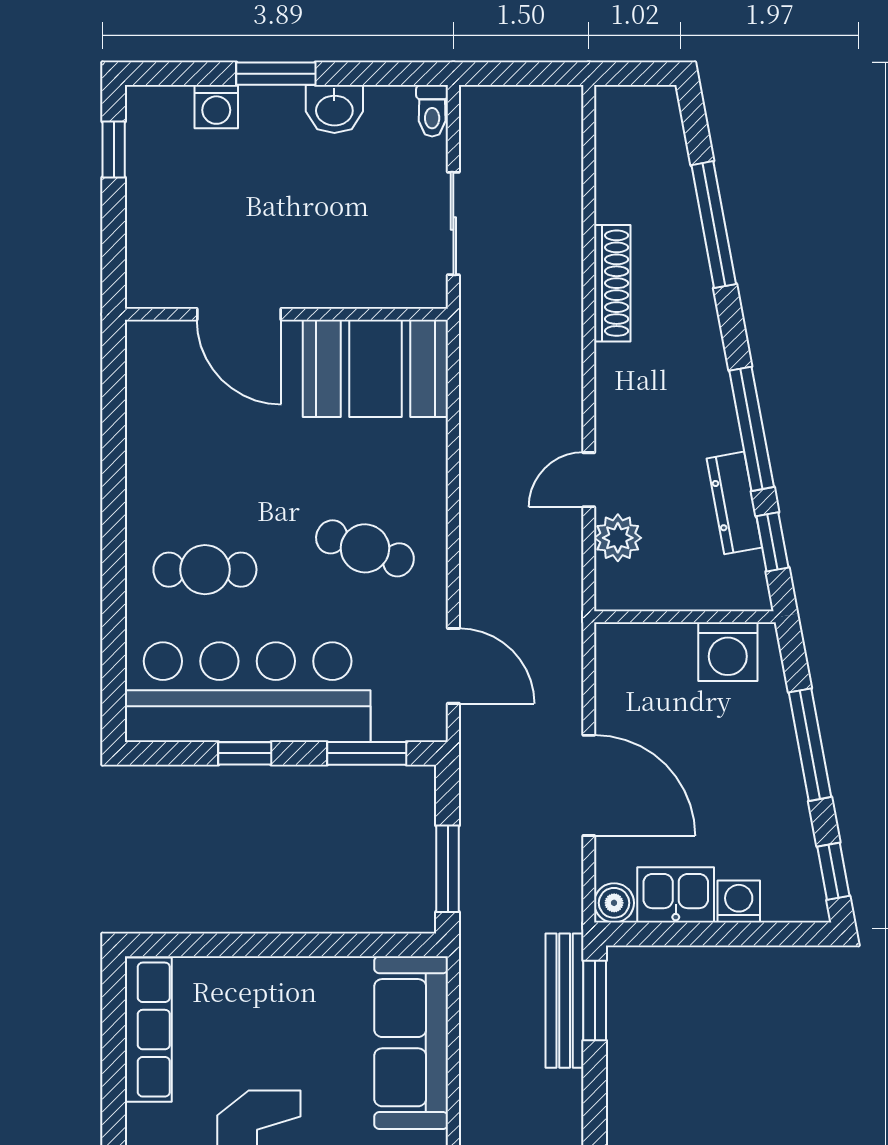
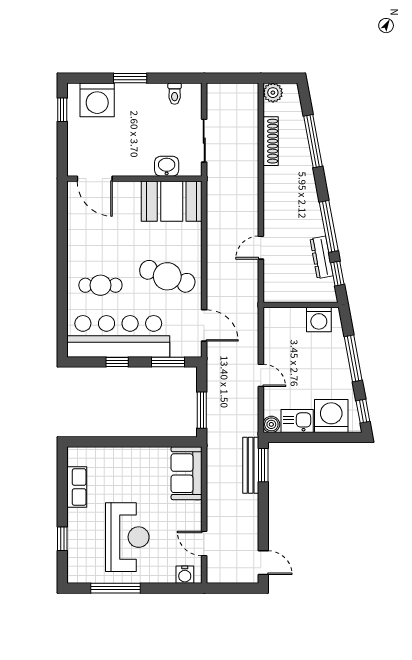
washing machine: (216, 107) -> (97, 100), width x1.89, depth x1.89
washbasin: (334, 109) -> (167, 166), moved, turned 180
toilet: (432, 111) -> (175, 94), moved
shoe rack: (612, 283) -> (271, 141), moved
door: (239, 314) -> (95, 179), moved
plant: (618, 538) -> (273, 93), moved
cafe table: (365, 548) -> (167, 276), width x1.37, depth x1.35
door: (589, 785) -> (261, 375), width x0.53
washing machine: (739, 902) -> (331, 416), width x1.89, depth x1.89
row of seats: (148, 1030) -> (77, 487), width x0.68
sofa: (411, 1043) -> (187, 473), width x0.73

